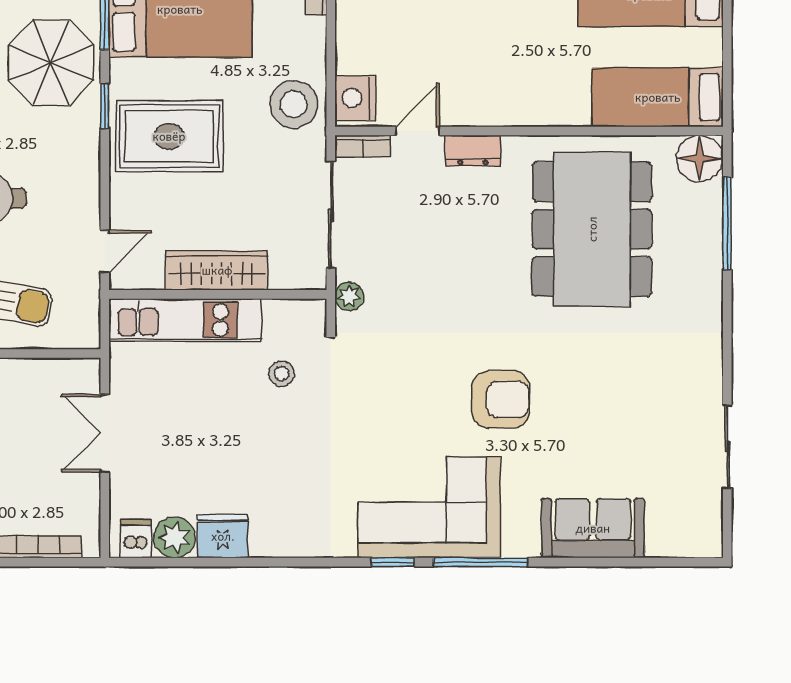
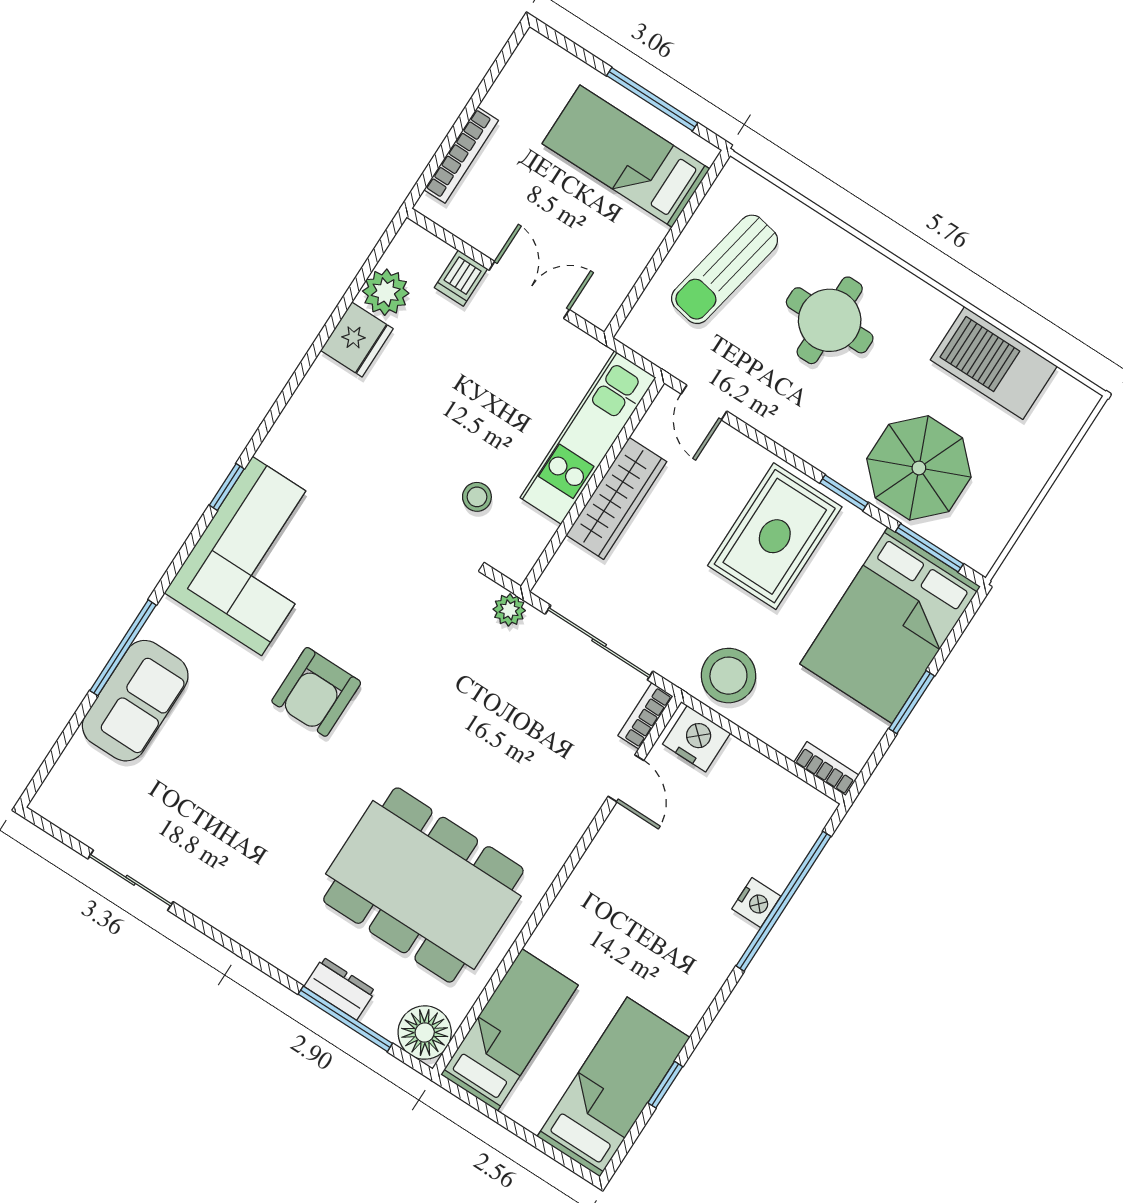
dresser: (473, 151) -> (340, 989), moved, turned 90
dishwasher: (136, 538) -> (461, 278), moved, turned 90
window: (481, 562) -> (123, 648), moved

